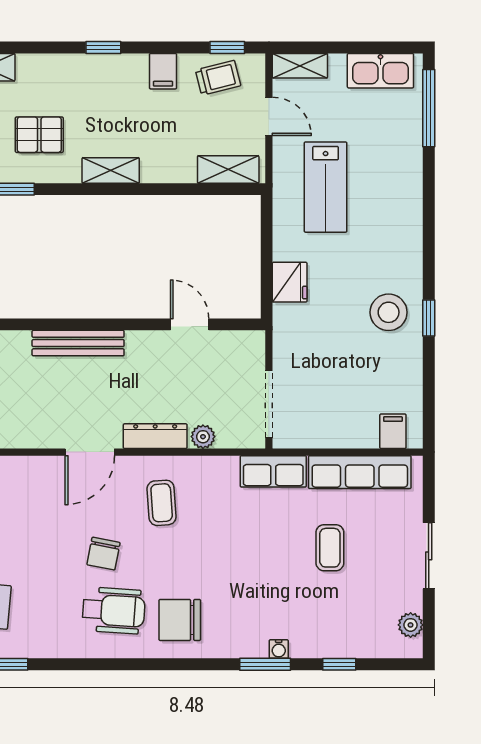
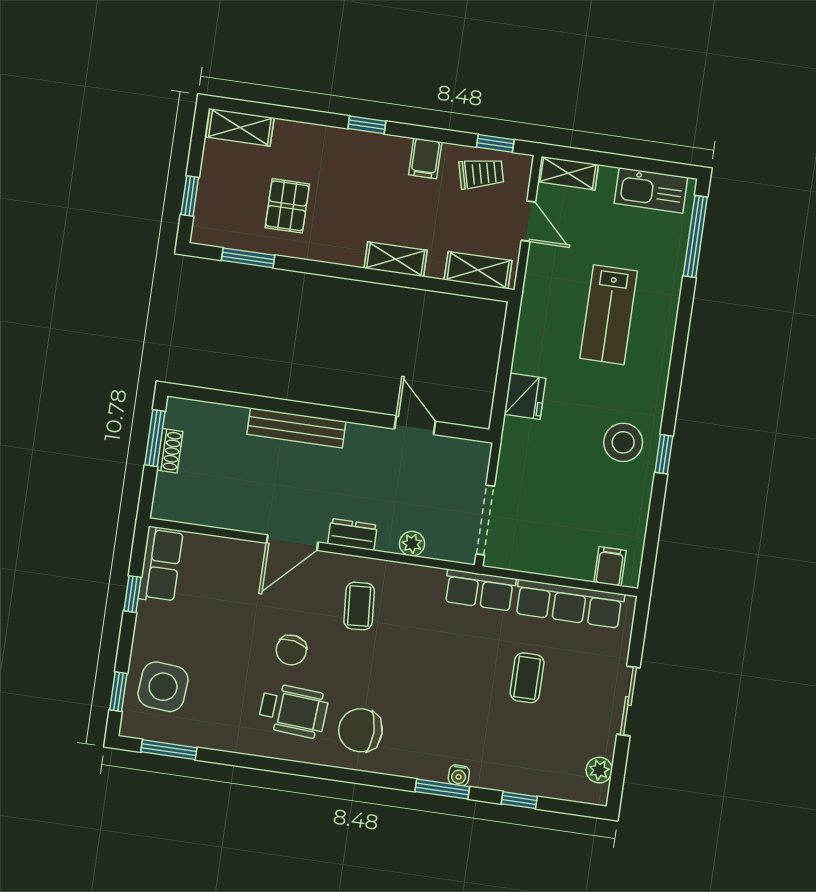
pallet: (39, 135) -> (287, 206), turned 90
shelving: (111, 170) -> (396, 259), moved
lab bench: (326, 187) -> (609, 315), moved
dresser: (155, 436) -> (352, 534), width x0.70

